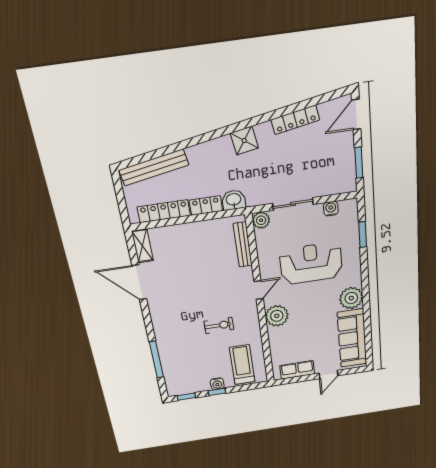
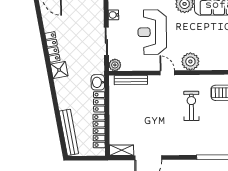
locker: (295, 120) -> (52, 47), moved
exercise bike: (219, 325) -> (191, 106), width x1.38, depth x1.39

